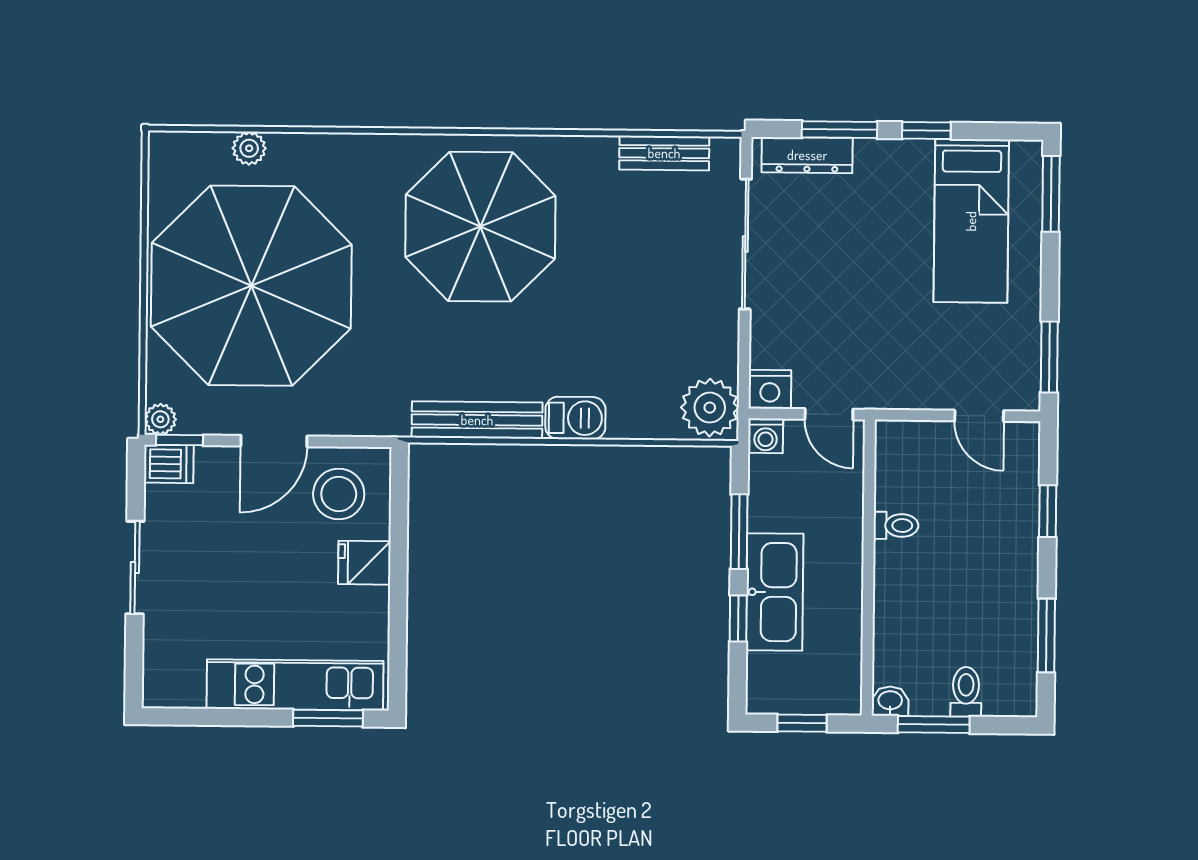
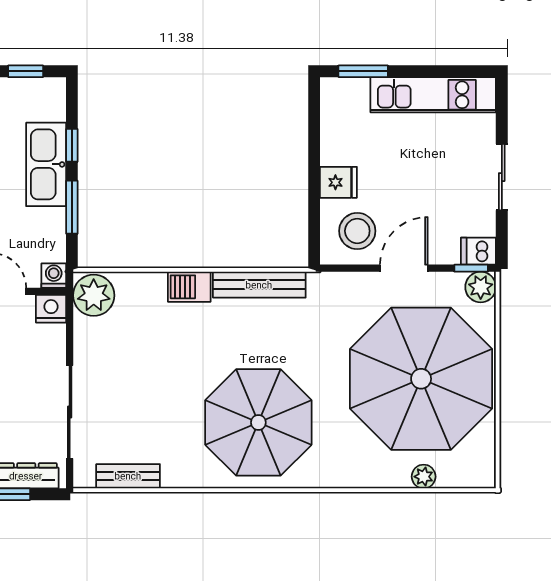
plant: (160, 419) -> (481, 287), width x1.38, depth x1.38
kitchen unit: (295, 685) -> (433, 95), moved

